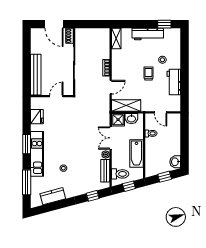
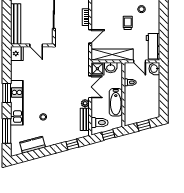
workbench: (174, 82) -> (153, 46), moved
door: (56, 96) -> (36, 45), swing flipped
shelving: (126, 106) -> (112, 55), width x1.47
fridge: (37, 117) -> (17, 54), moved
double door: (111, 138) -> (90, 87), swing flipped
washbasin: (175, 162) -> (154, 69), moved

